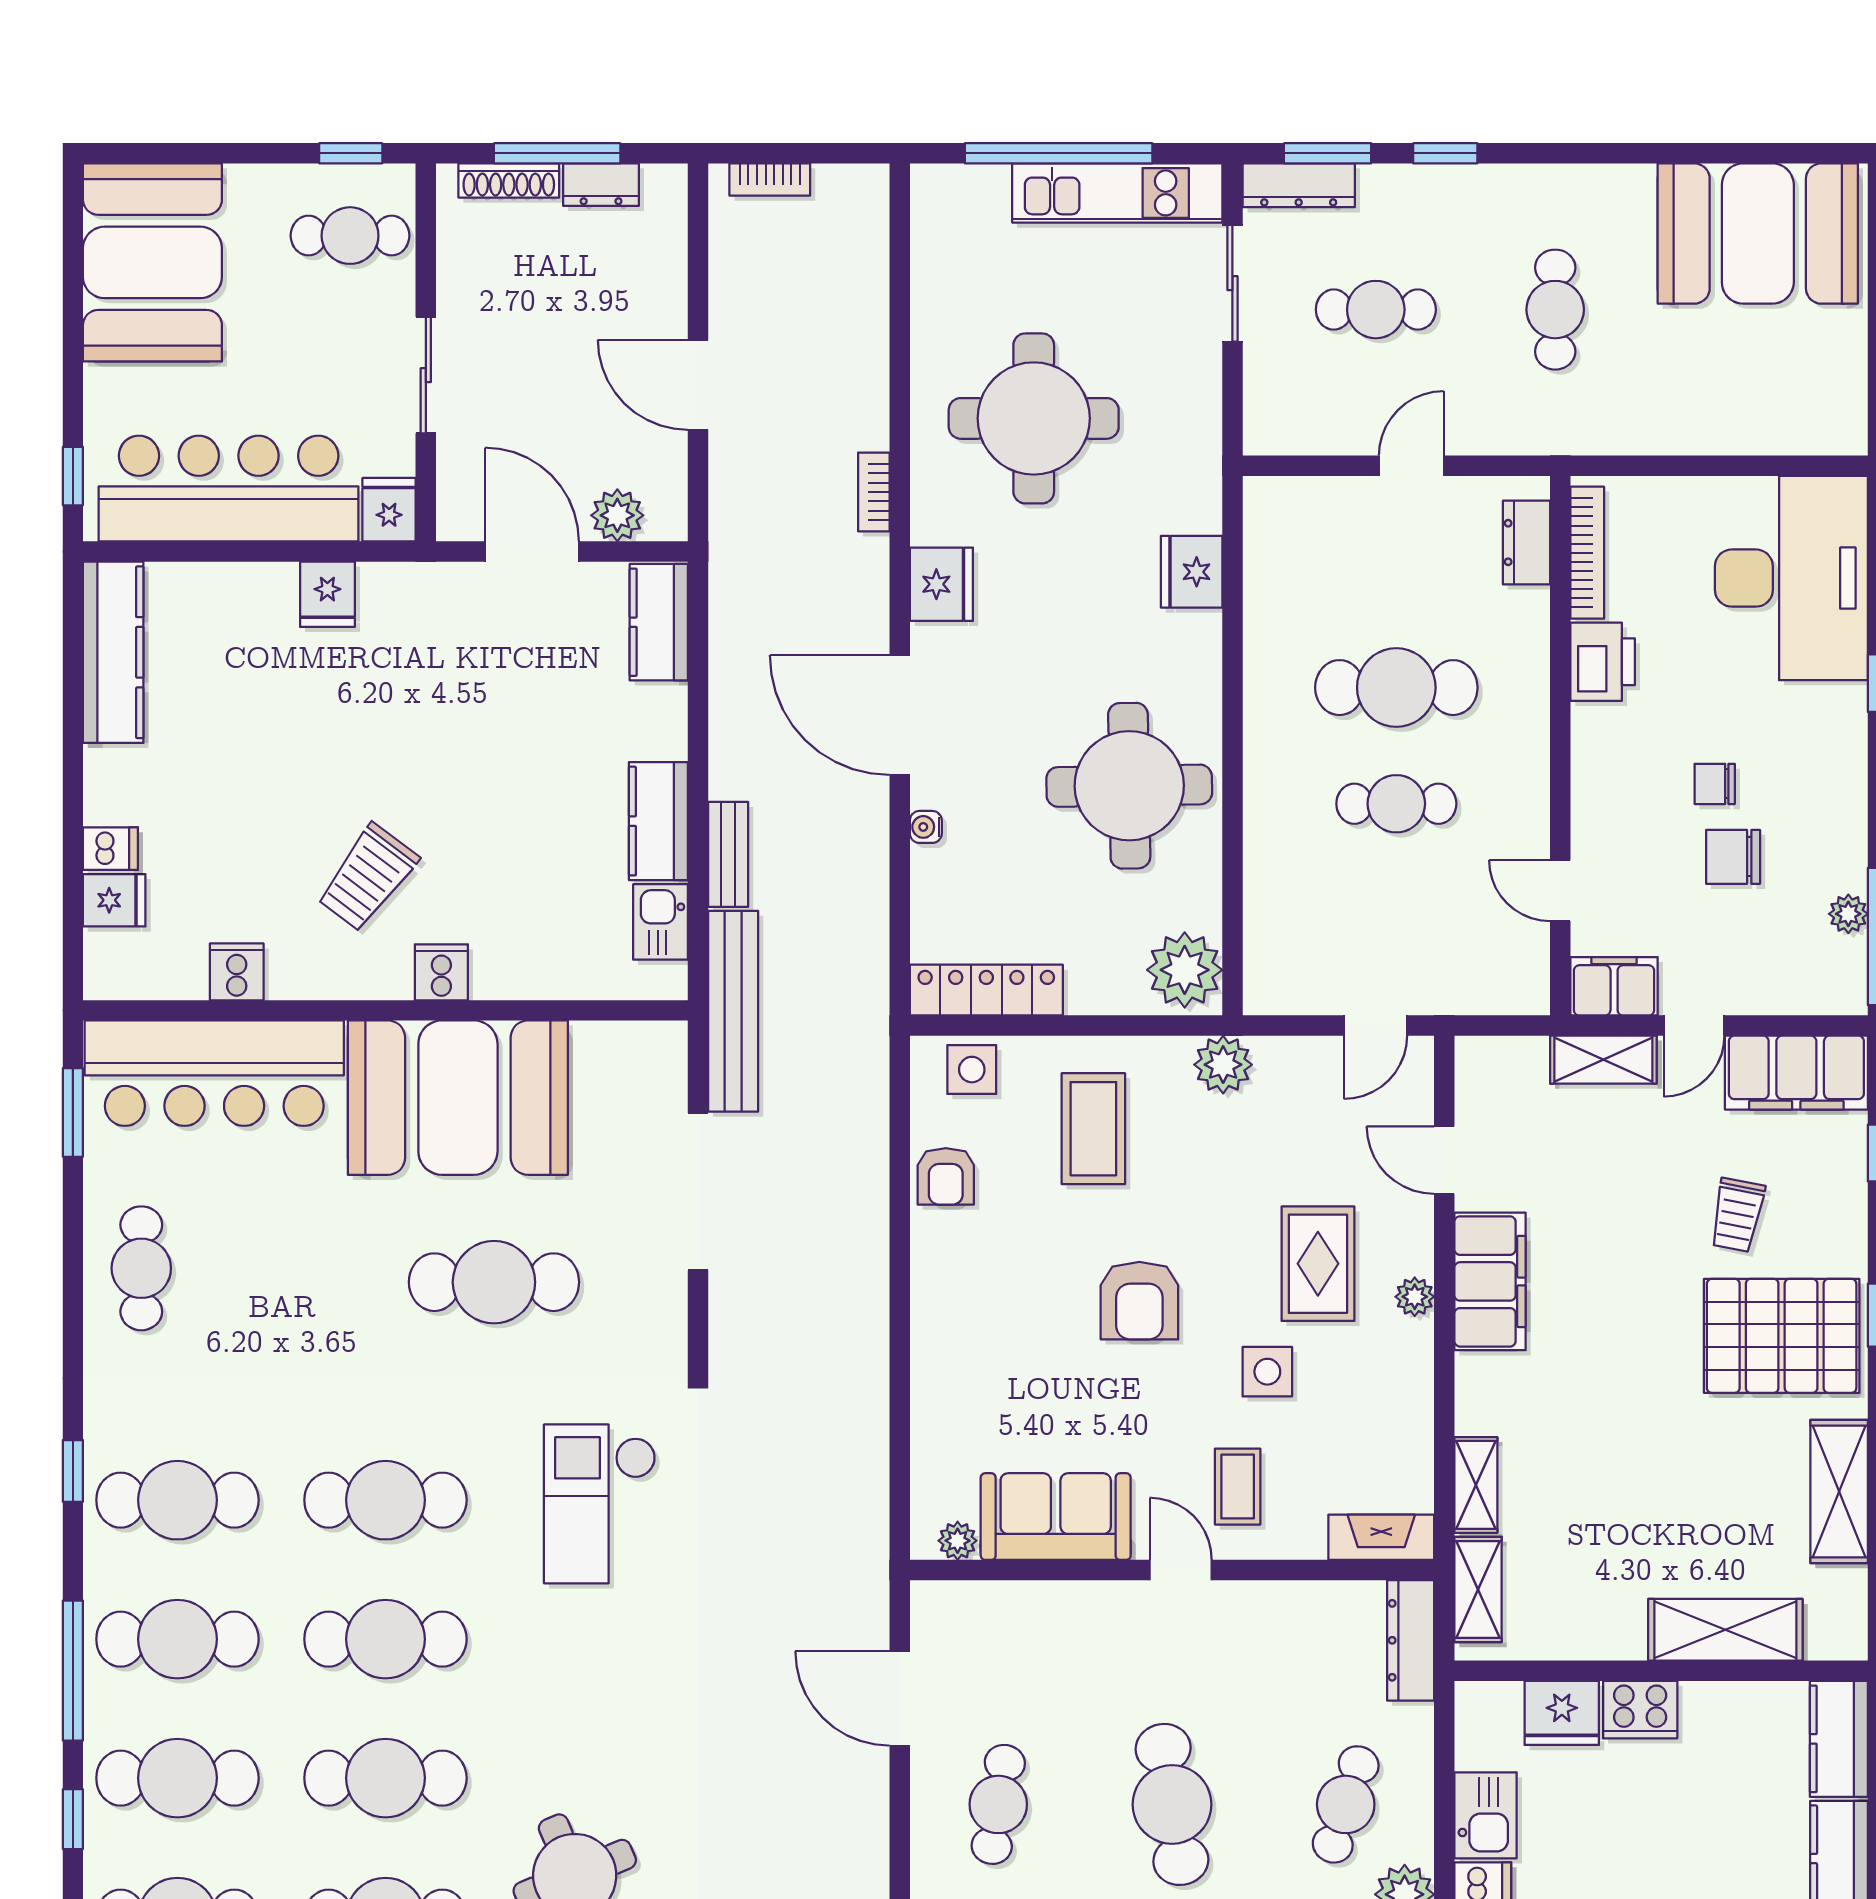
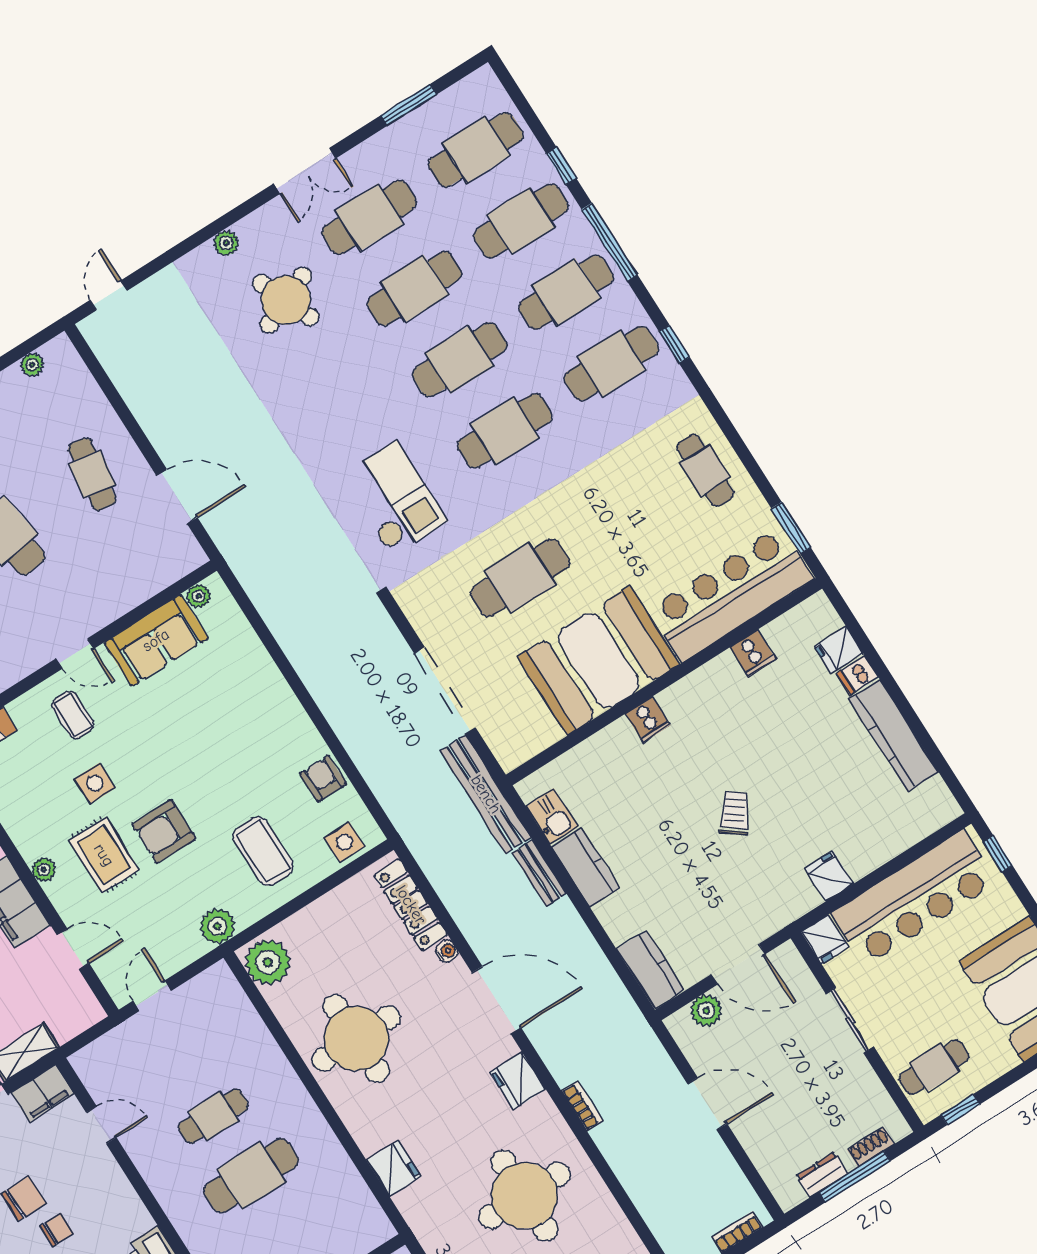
shoe rack: (509, 180) -> (871, 1147), width x0.70
kitchen counter: (113, 652) -> (894, 735), moved
trolley: (368, 878) -> (735, 813), moved, width x0.73, depth x0.72
locker: (986, 990) -> (411, 905), moved, turned 90
armchair: (1139, 1301) -> (164, 831), moved, turned -90

